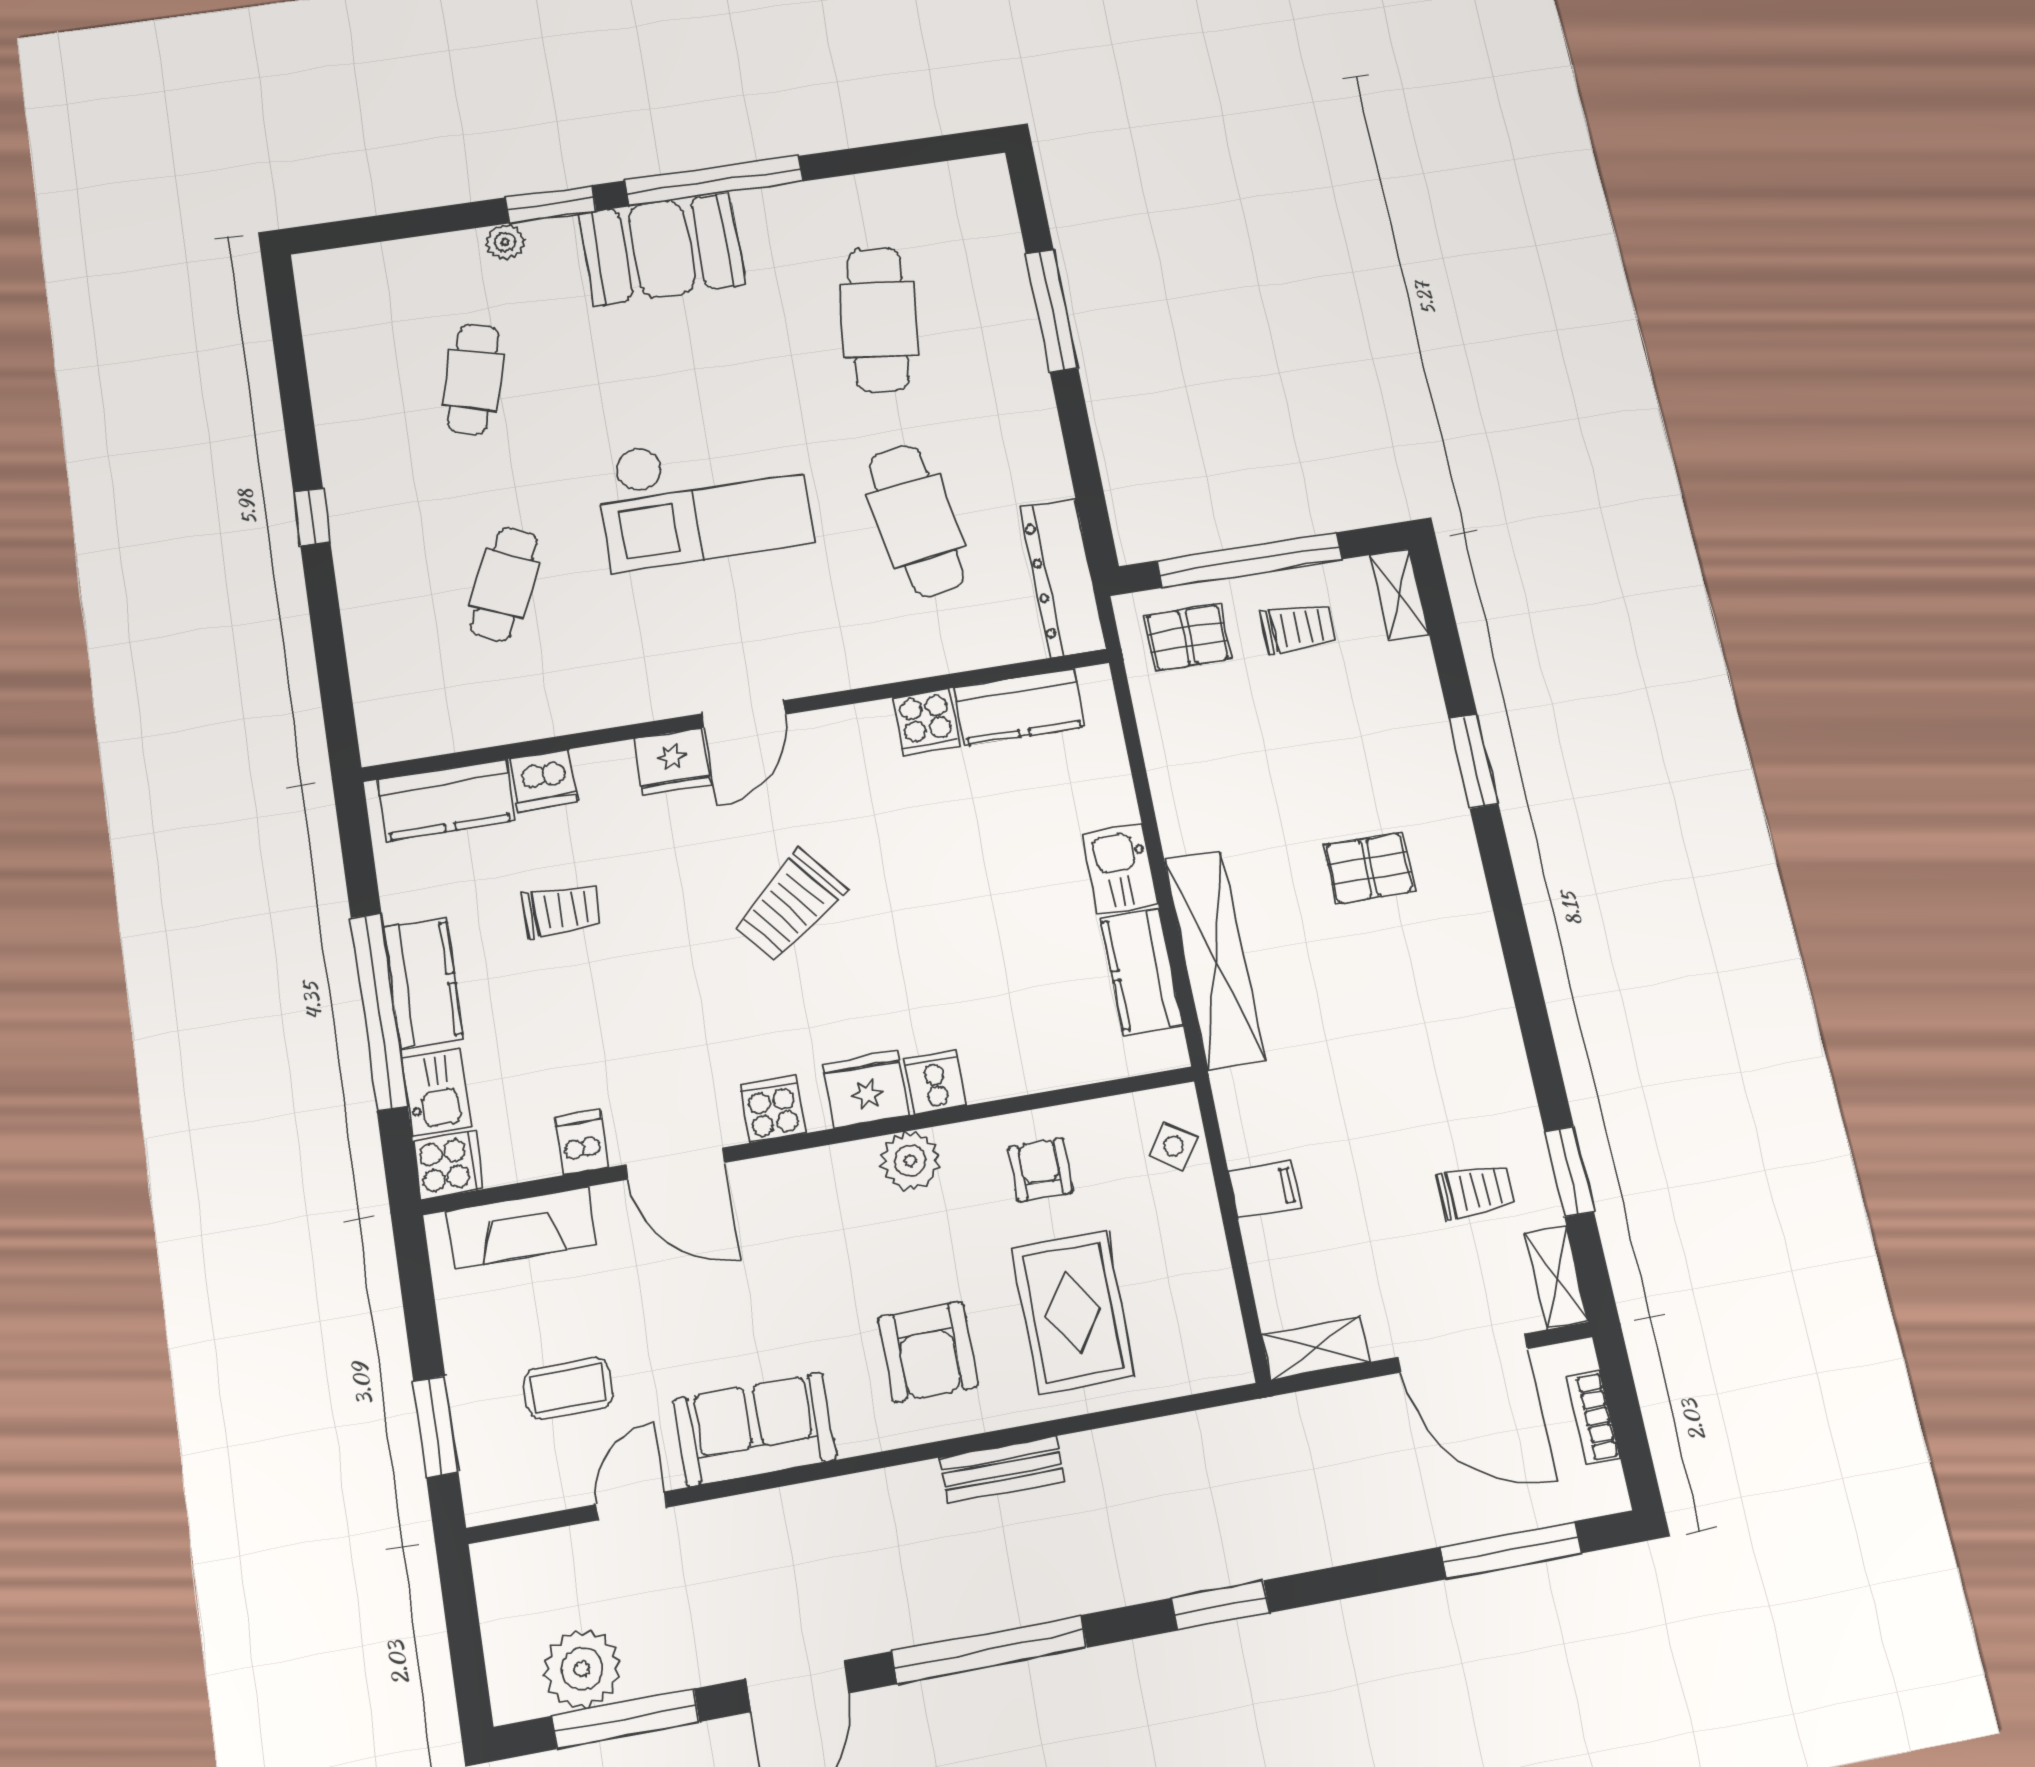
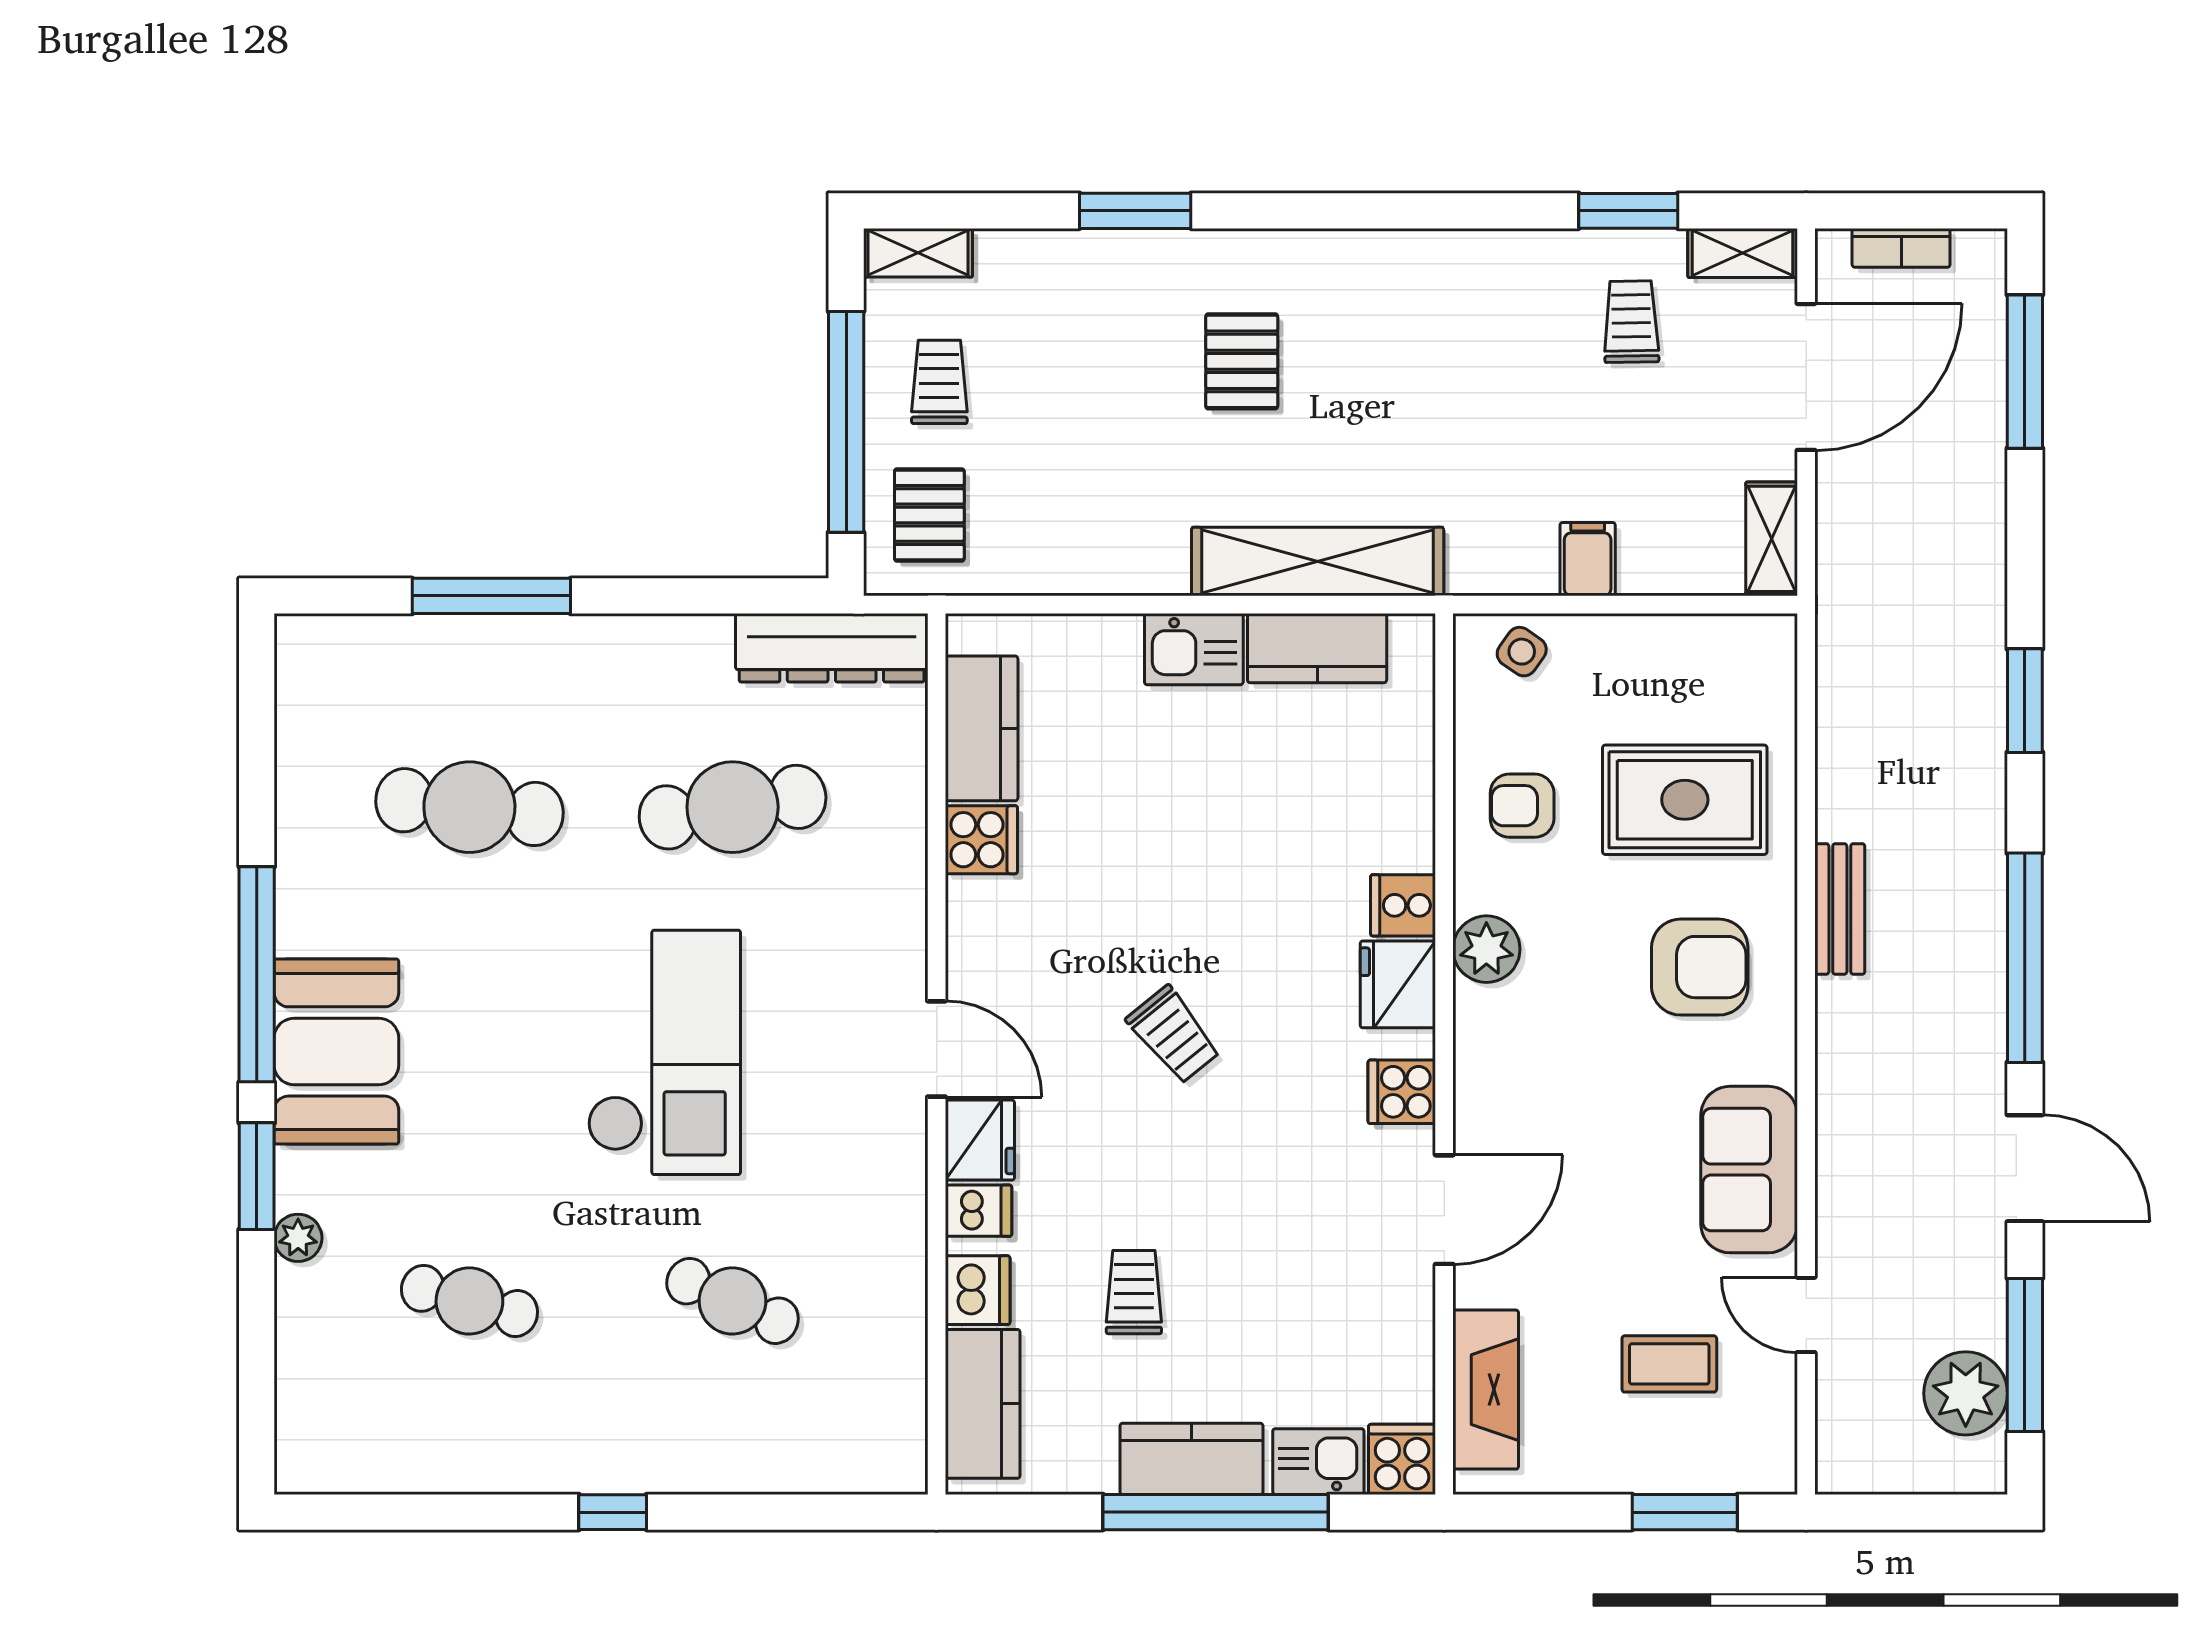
trolley: (789, 907) -> (1173, 1035), width x0.73, depth x0.72
dishwasher: (582, 1142) -> (979, 1211), moved, turned 180
coffee table: (568, 1388) -> (1669, 1364), turned 90

